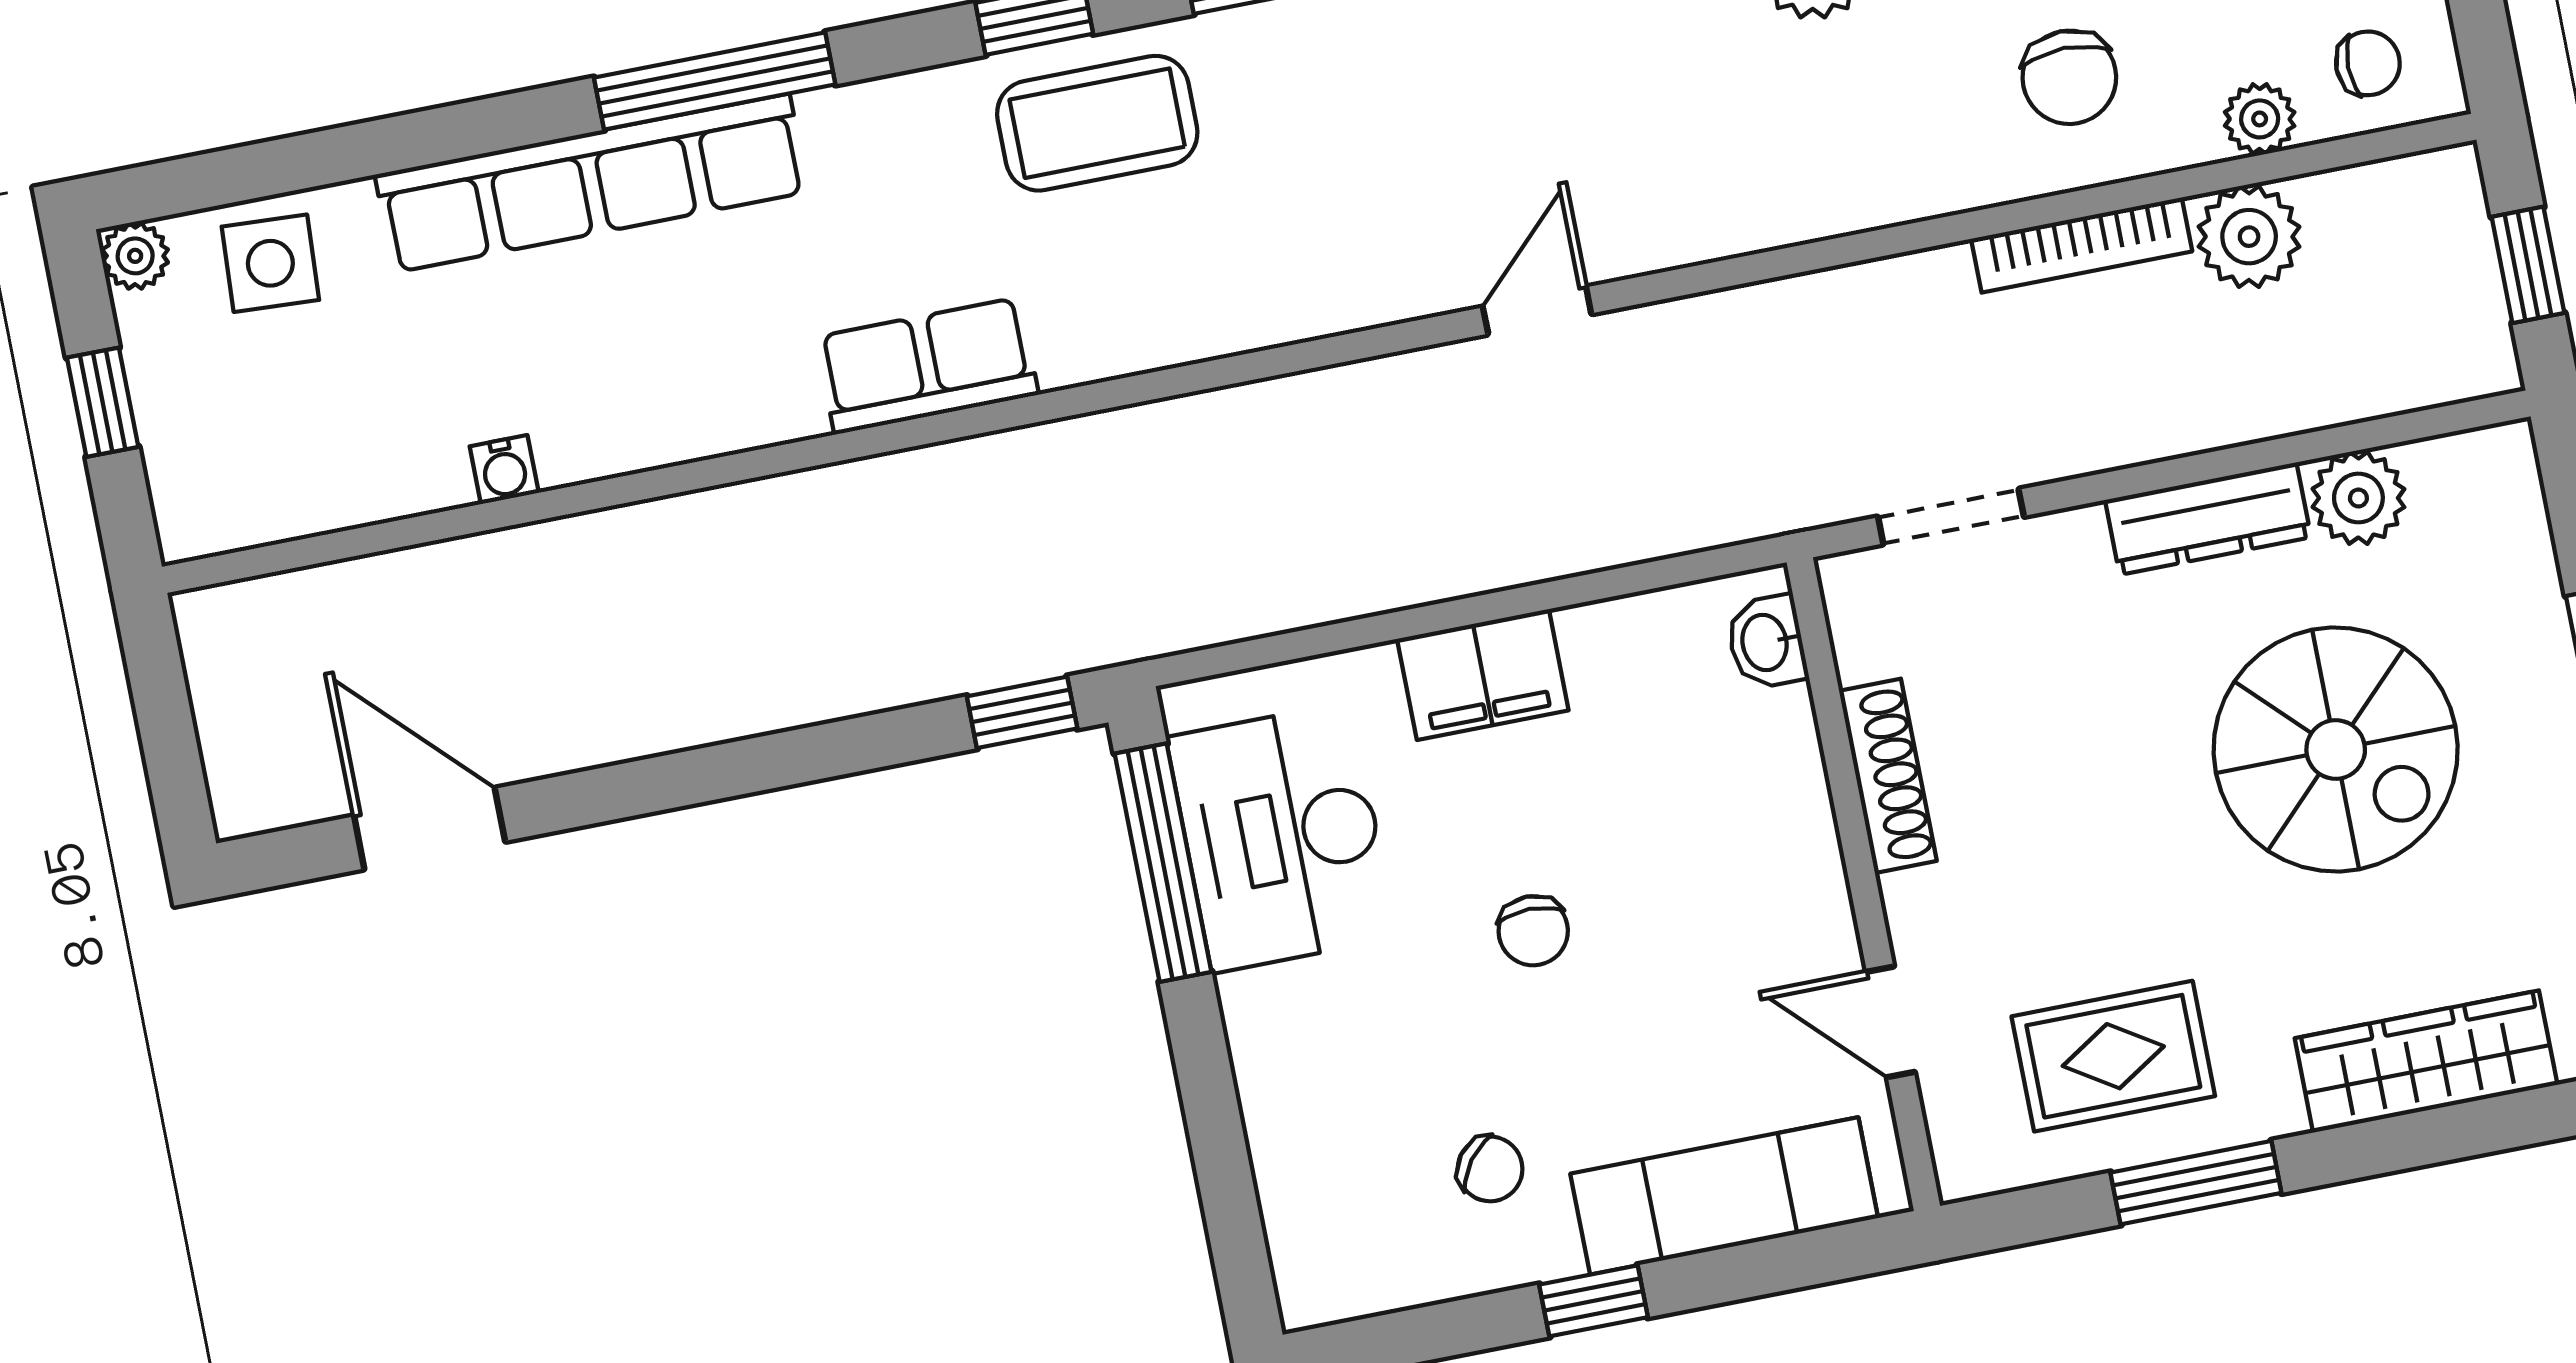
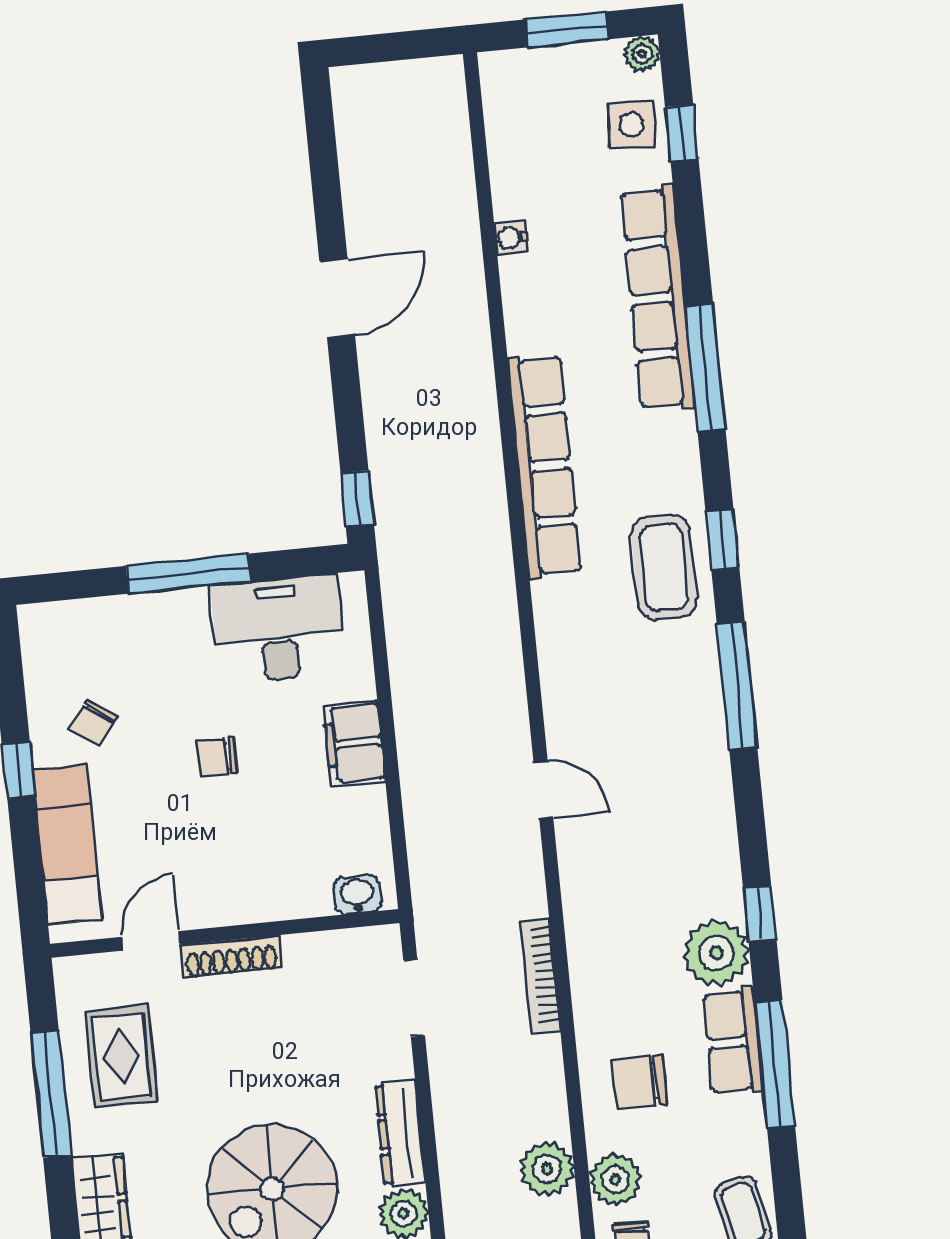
plant: (2260, 119) -> (615, 1180), width x1.38, depth x1.38
window: (277, 167) -> (682, 133), added
bookcase: (2082, 245) -> (540, 976), moved
row of seats: (927, 366) -> (545, 466), width x2.02
window: (103, 402) -> (566, 29), width x1.50
shoe rack: (1888, 776) -> (231, 957), moved
door: (430, 829) -> (337, 298), moved
window: (1163, 863) -> (189, 574), moved
window: (2196, 1183) -> (51, 1094), width x1.44

